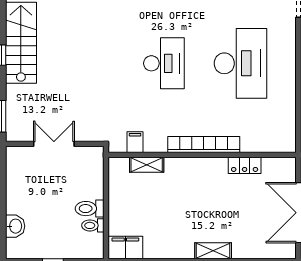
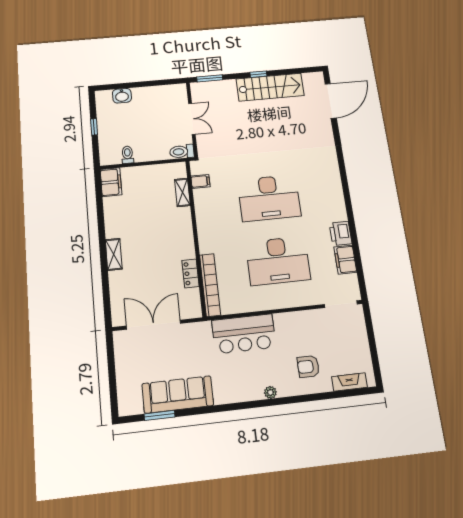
desk: (164, 63) -> (269, 198), width x1.36, depth x1.30
bookcase: (204, 145) -> (210, 285), moved
toilet: (90, 209) -> (182, 152), moved, turned -90

